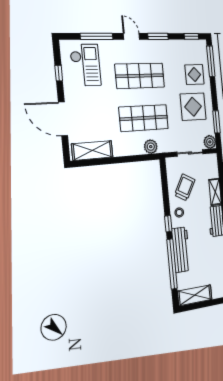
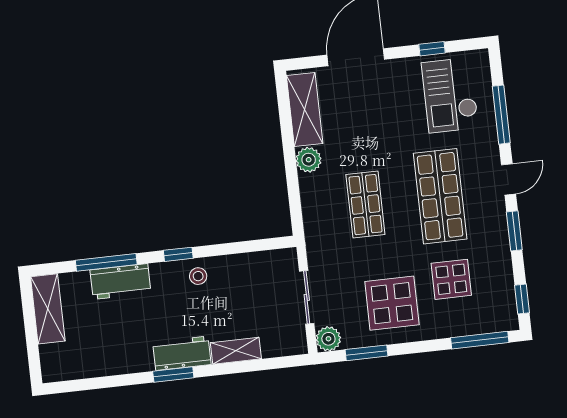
checkout: (85, 65) -> (450, 95), turned 90
display table: (194, 74) -> (451, 279), moved
shop shelf: (144, 118) -> (365, 205), width x0.70, depth x0.74
plant: (151, 147) -> (309, 160), moved
trolley: (185, 187) -> (243, 287), removed
workbench: (181, 250) -> (120, 282), width x0.73
window: (172, 264) -> (106, 262), width x0.68

